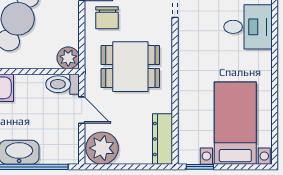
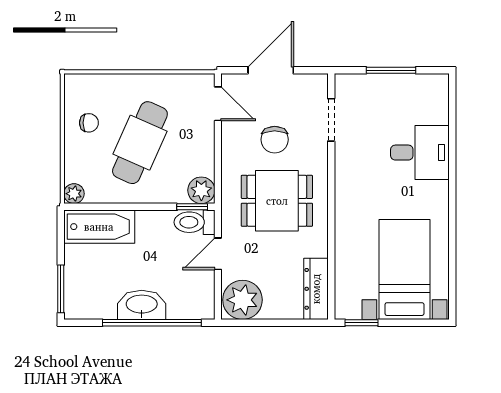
chair: (107, 18) -> (275, 140), moved
window: (61, 71) -> (192, 207), added
door: (82, 110) -> (218, 254), swing flipped

